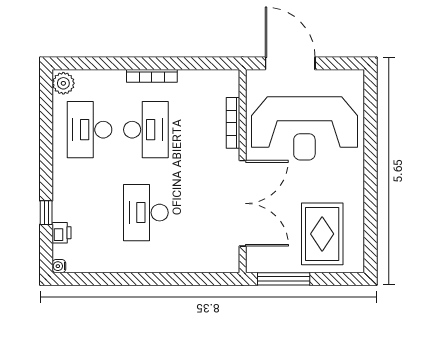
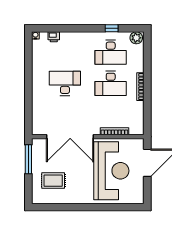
reception desk: (304, 128) -> (111, 171), turned 180
desk: (90, 130) -> (111, 52), turned 180
window: (46, 213) -> (112, 28), moved
rug: (322, 234) -> (53, 181), width x0.73, depth x0.70

